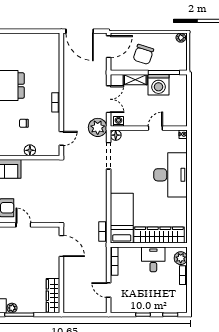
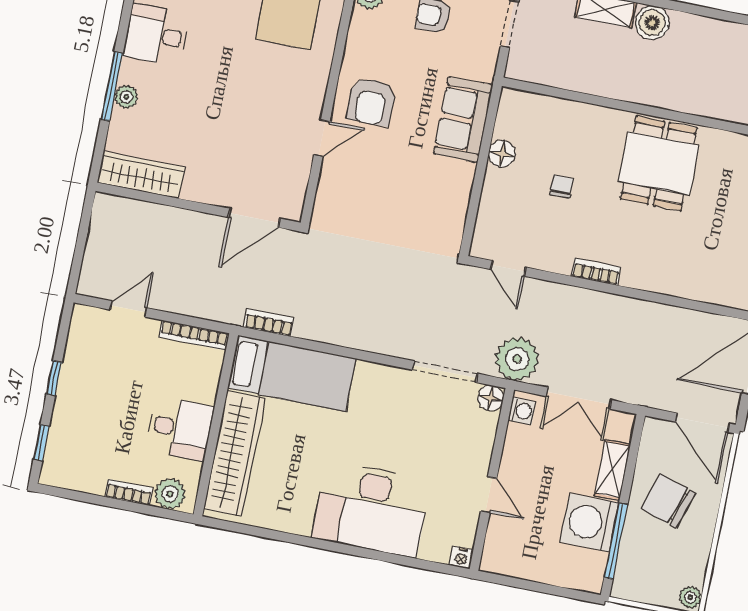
floor lamp: (30, 150) -> (502, 154), moved
plant: (12, 308) -> (126, 97), moved

